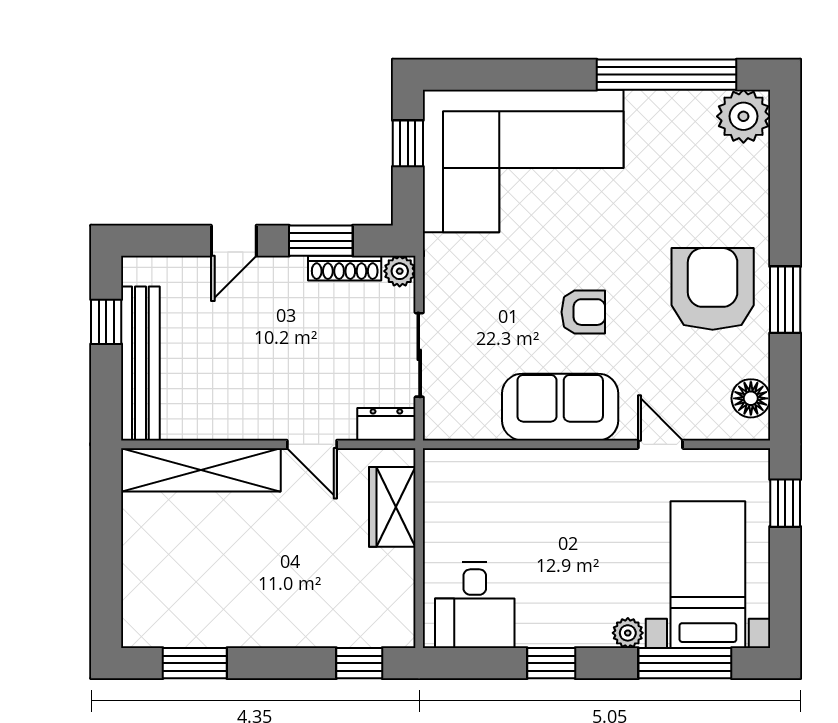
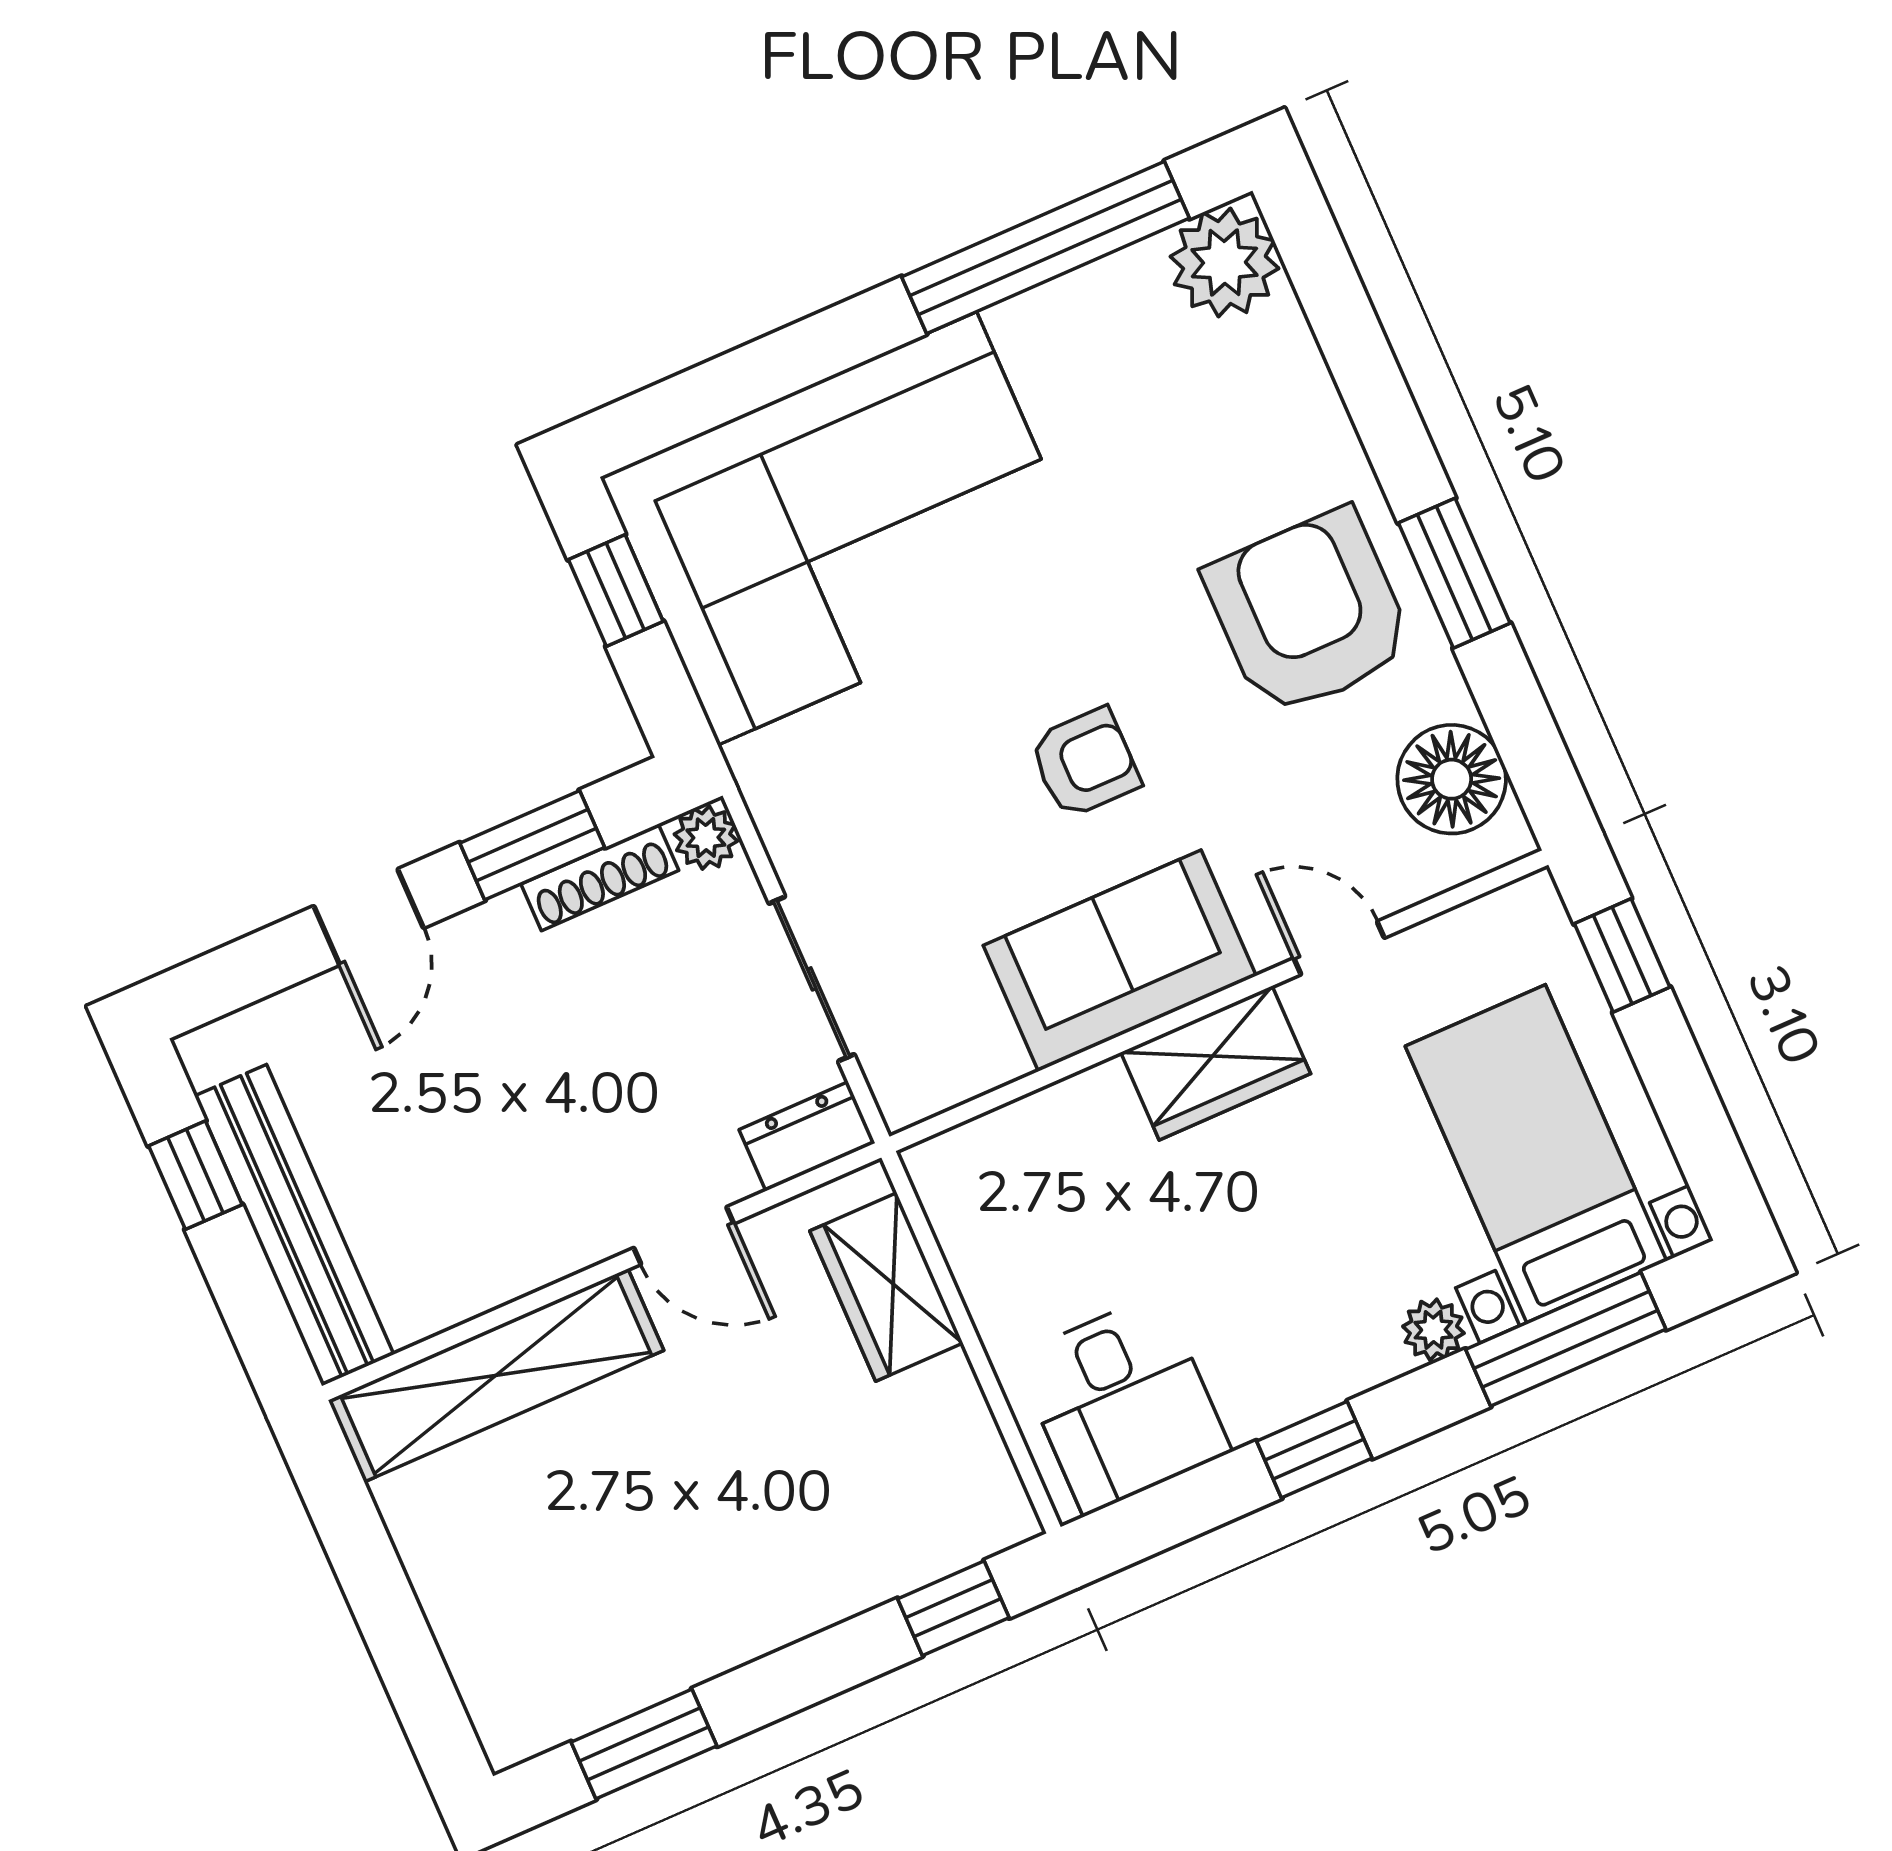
floor lamp: (751, 398) -> (1452, 779), width x1.38, depth x1.38
wardrobe: (583, 471) -> (1216, 1063), added

